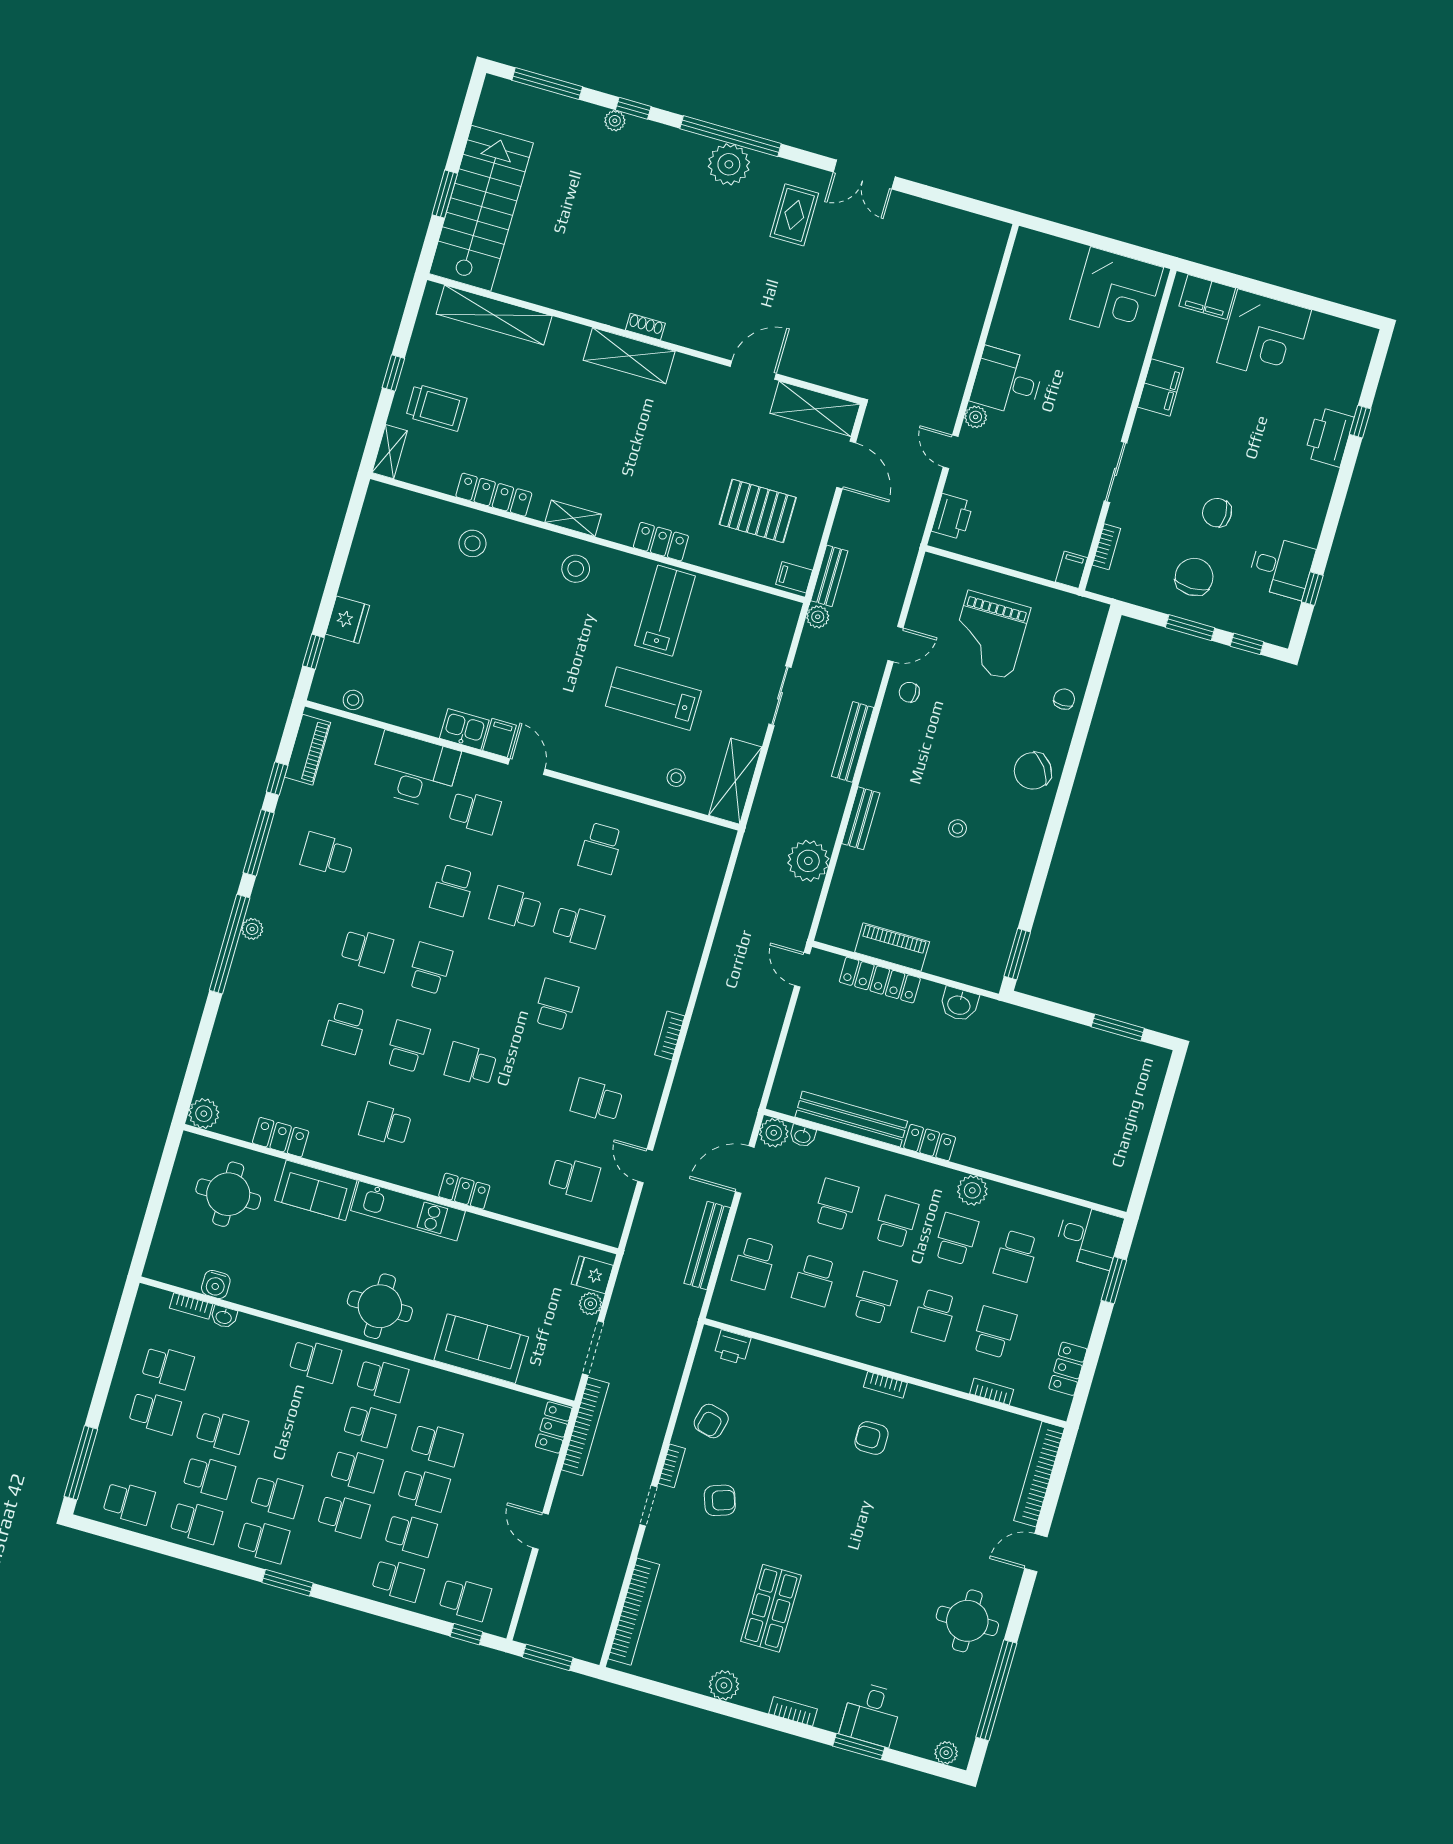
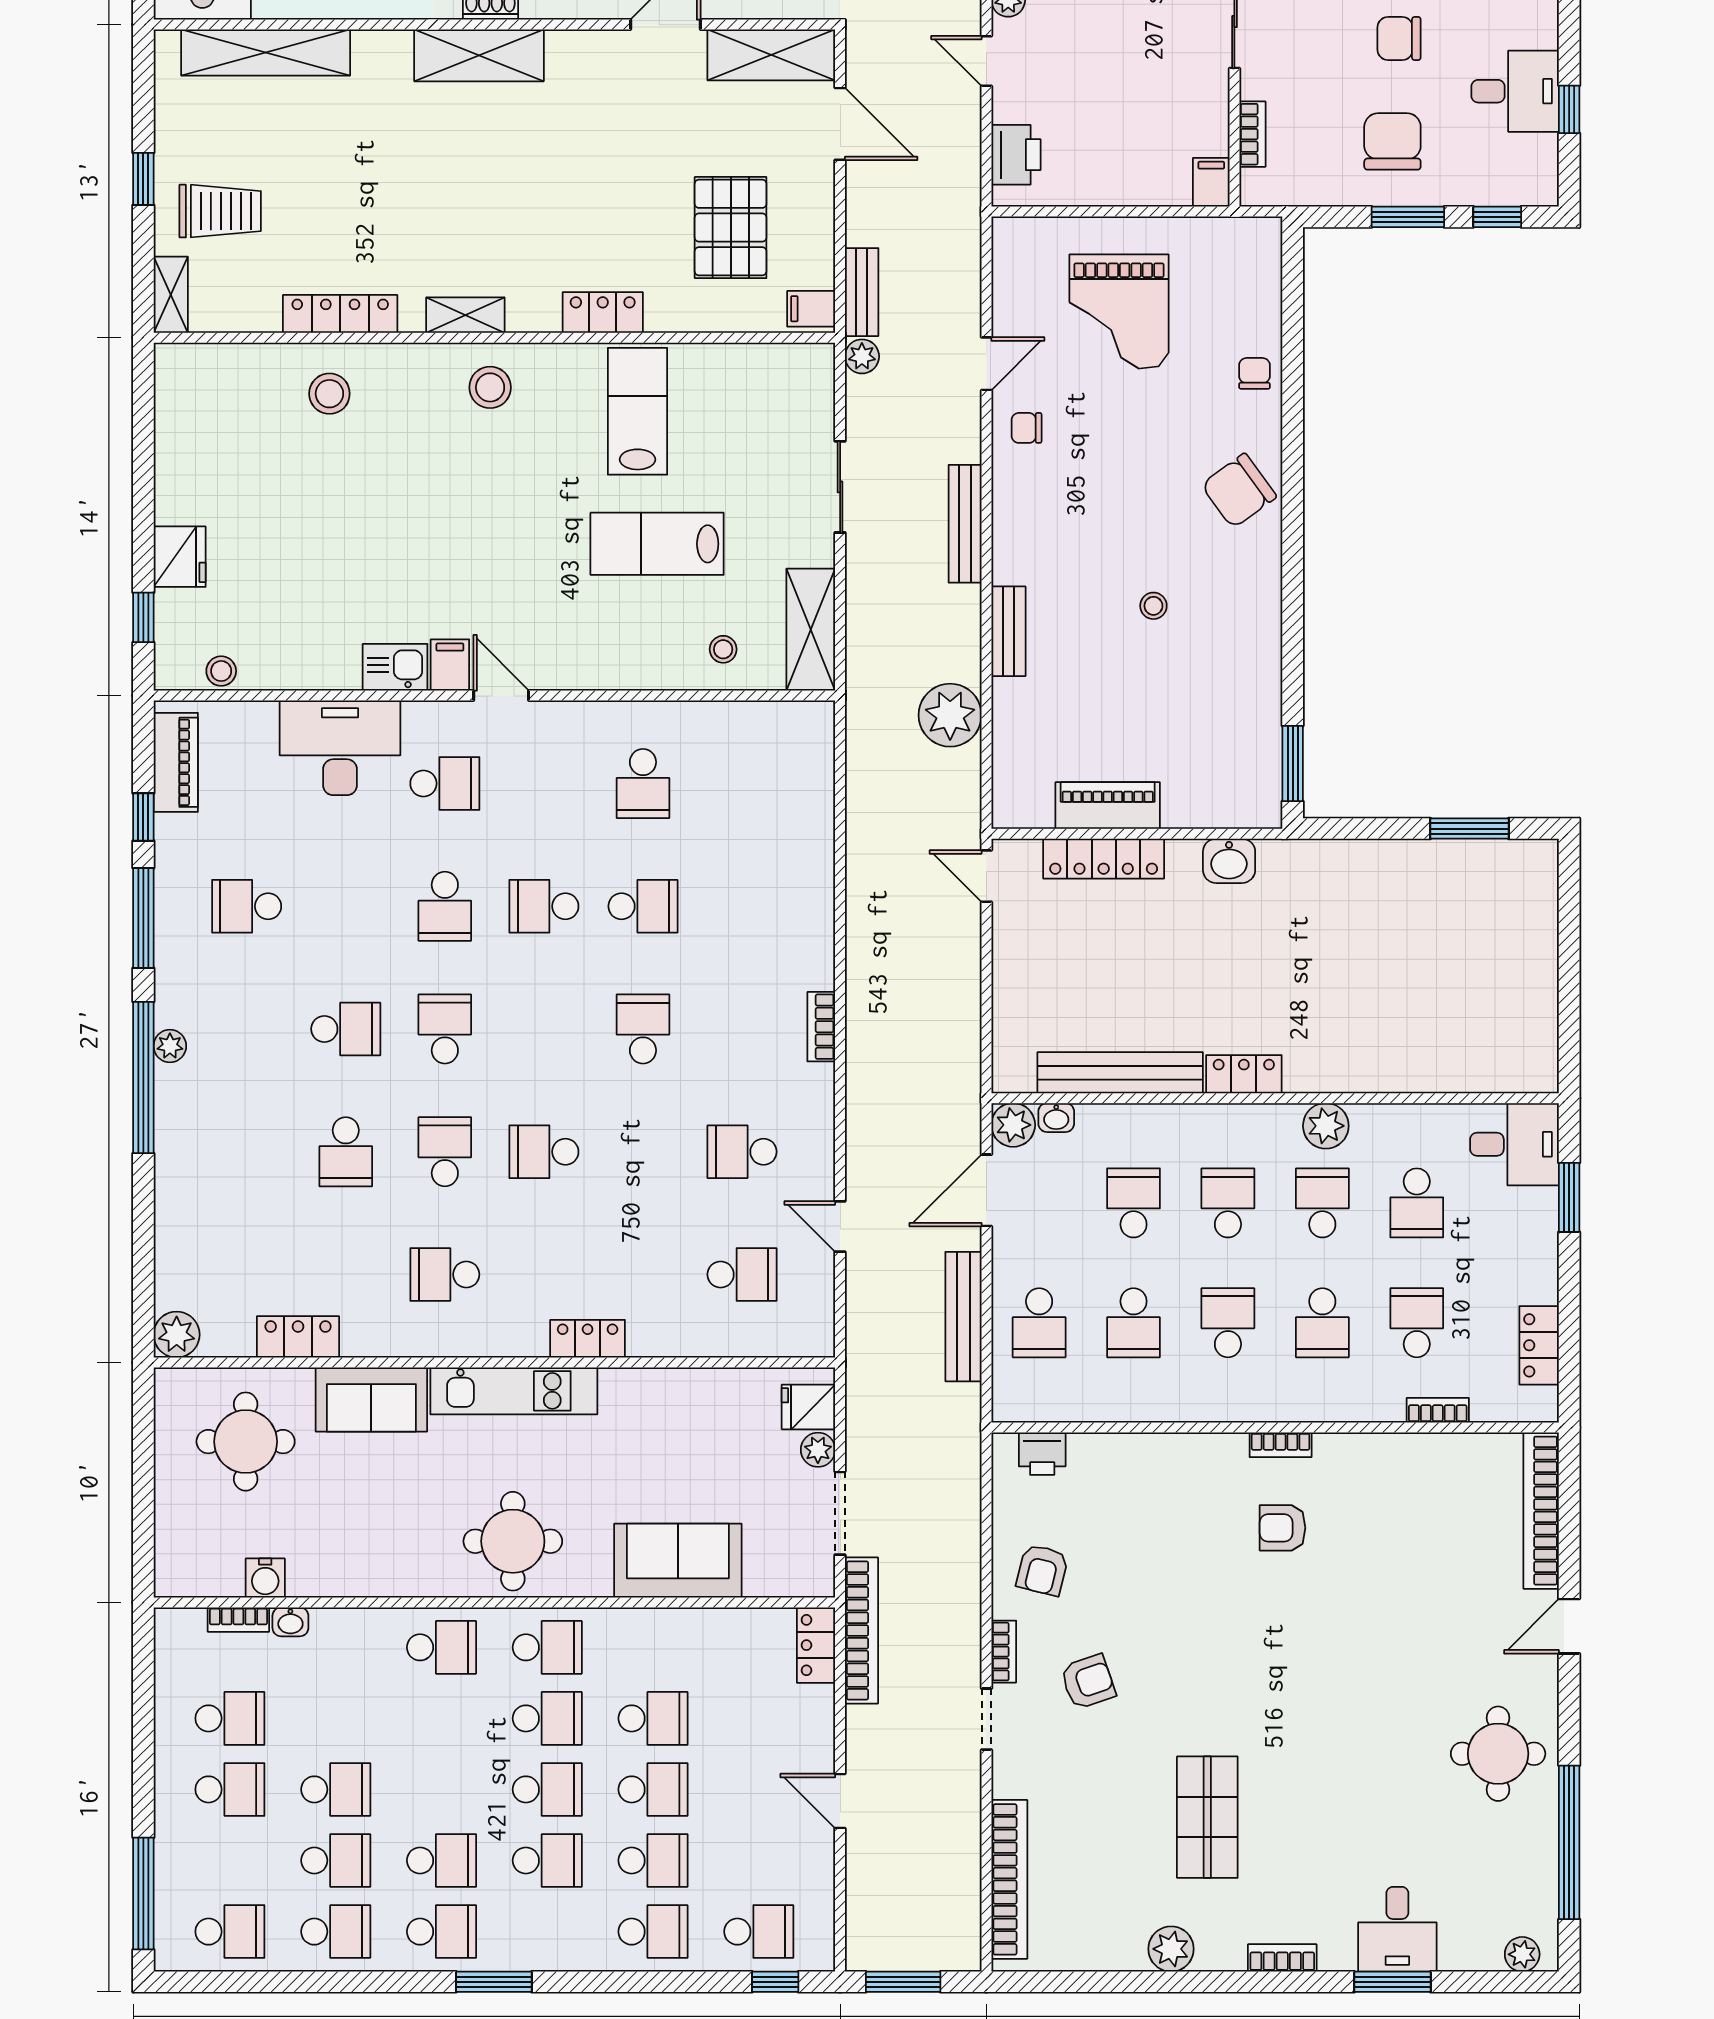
pallet: (758, 511) -> (731, 228), turned 90

